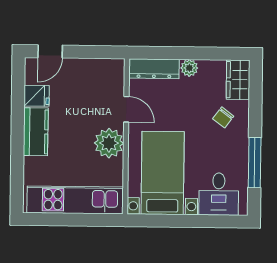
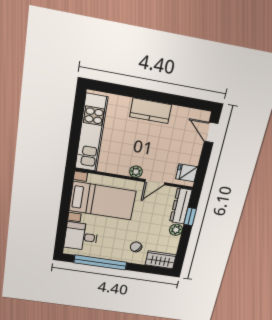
window: (167, 53) -> (190, 217), added
fridge: (37, 96) -> (187, 173), moved, turned 90
plant: (109, 143) -> (136, 172), width x0.53, depth x0.53
window: (255, 163) -> (100, 262), width x1.46

